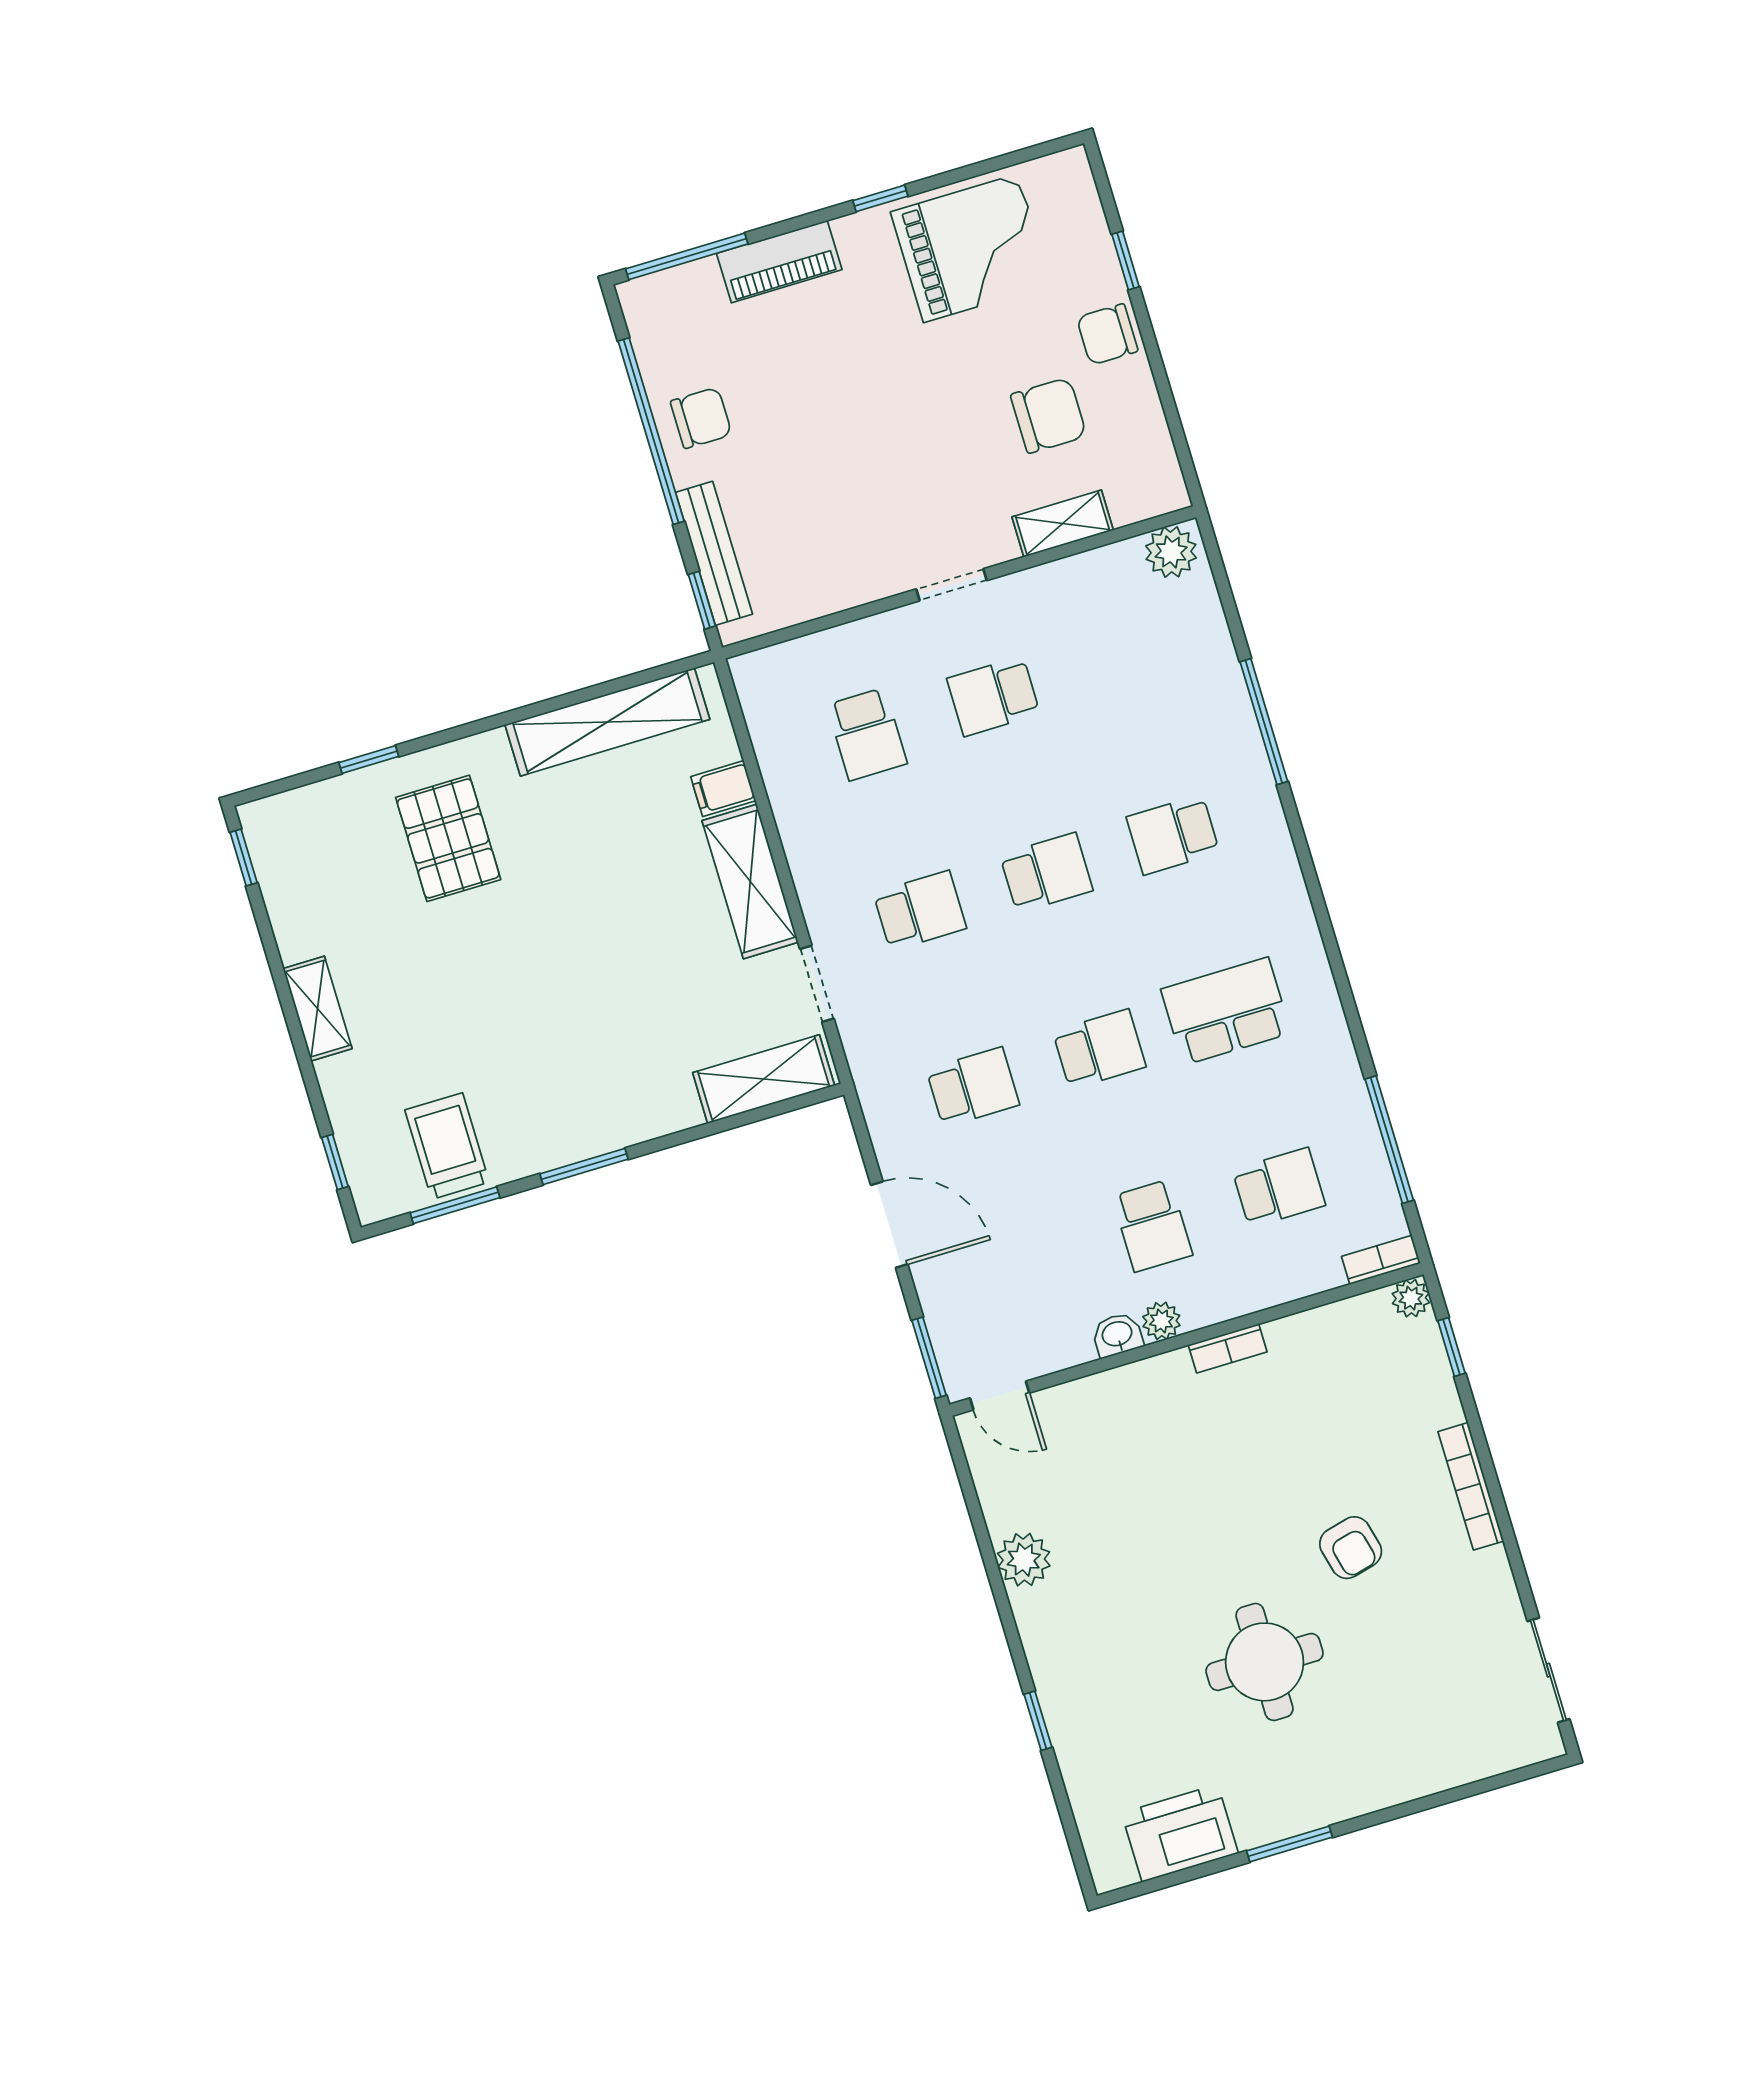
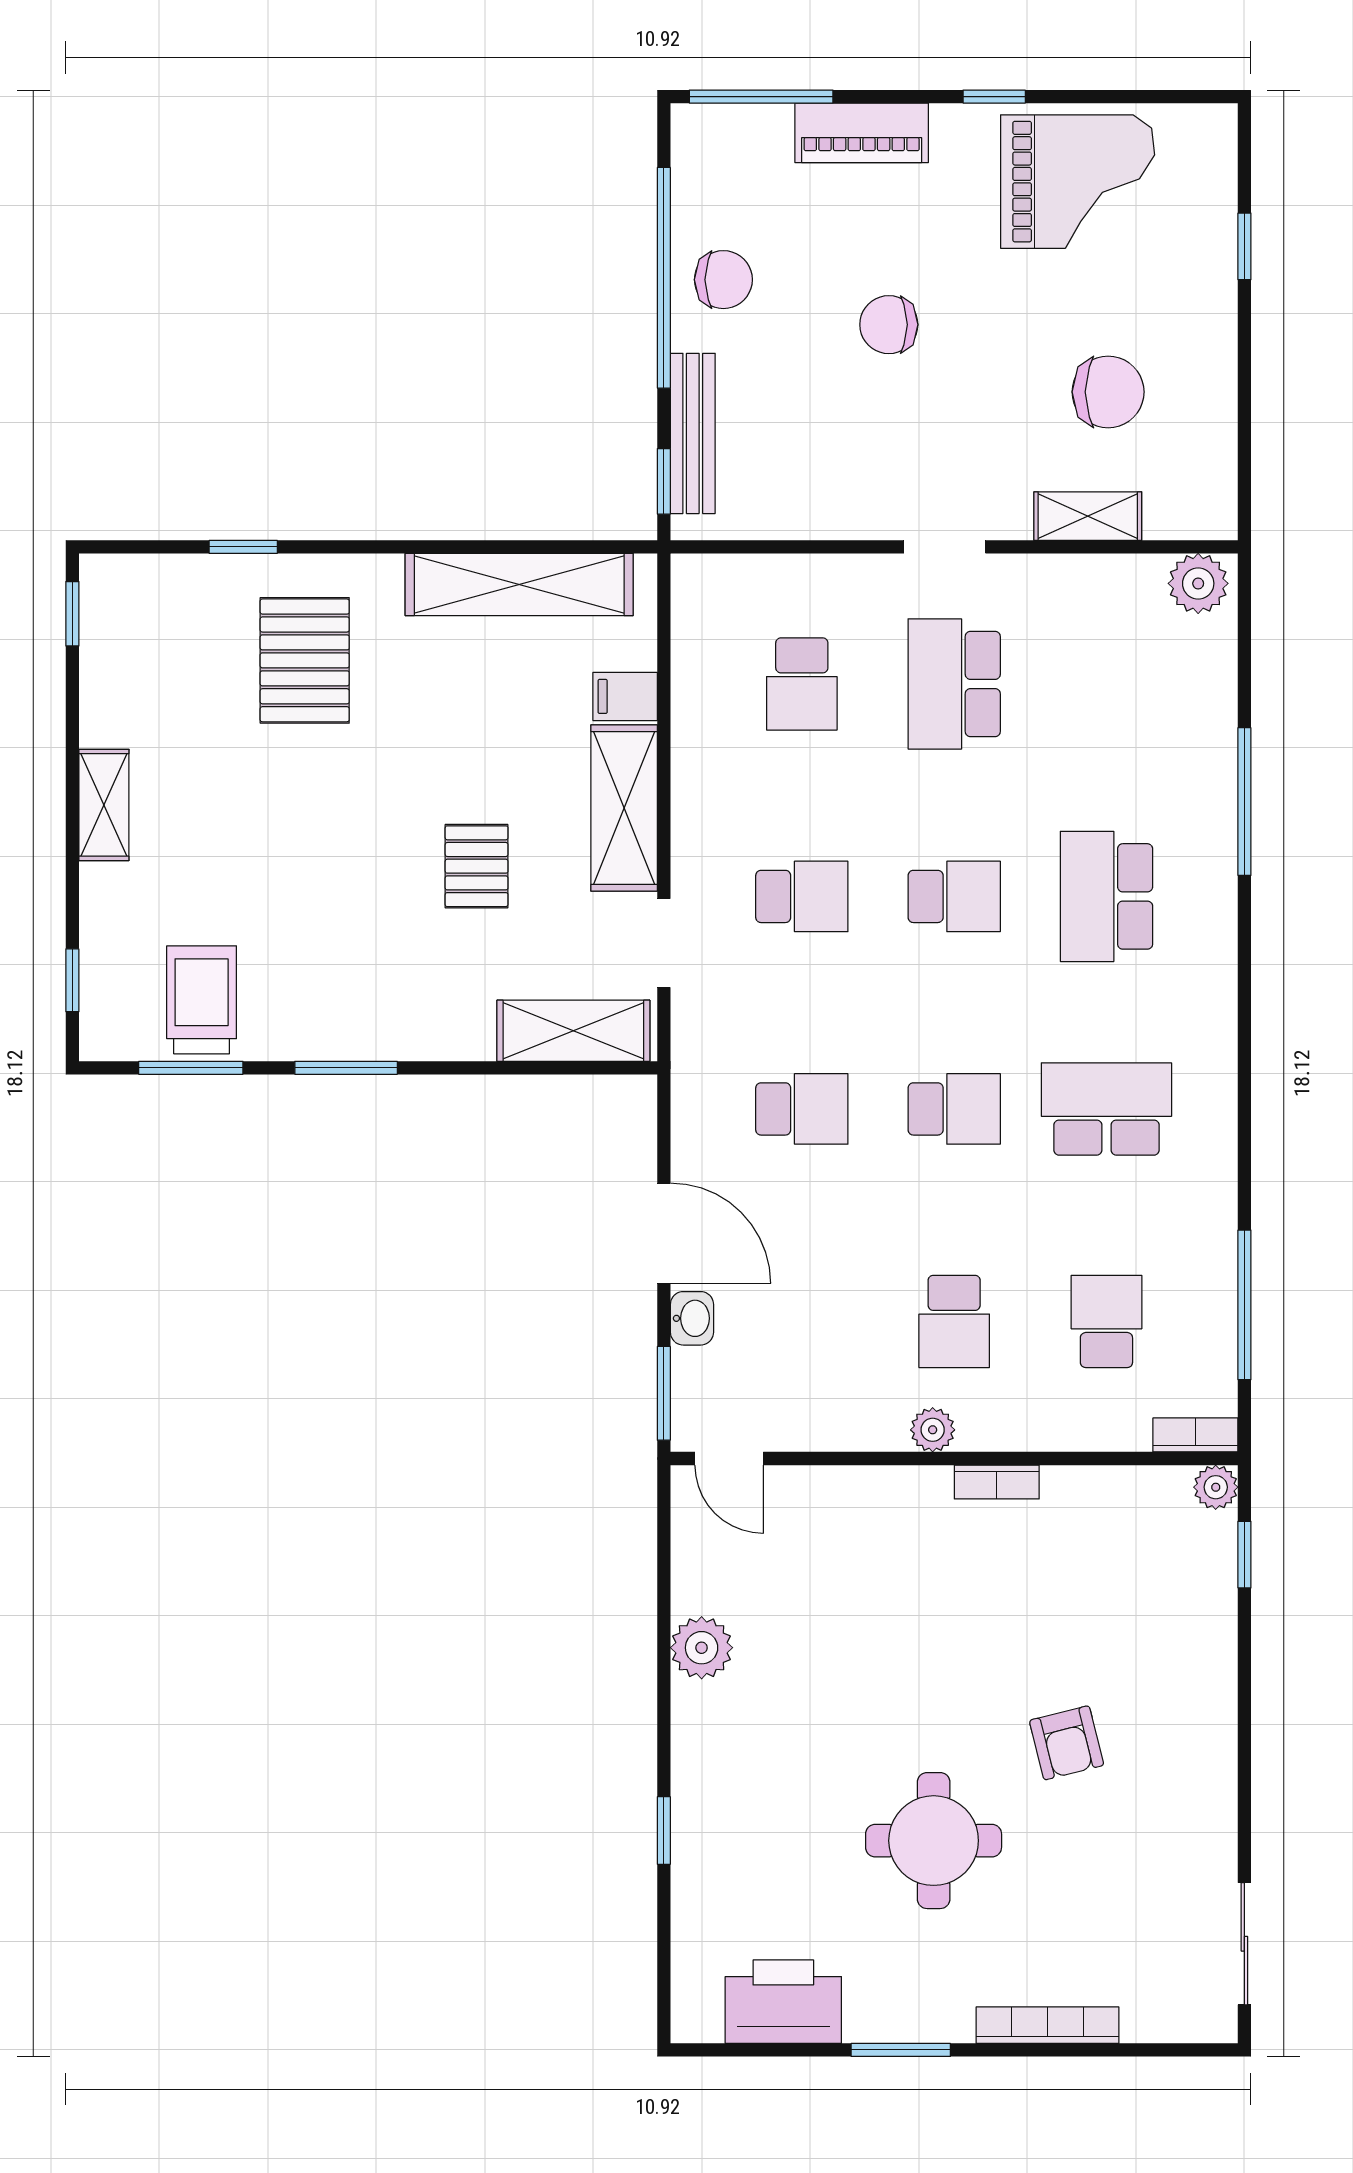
chair: (1107, 334) -> (889, 325), moved
school desk: (993, 696) -> (954, 684), width x1.85
school desk: (1173, 835) -> (1106, 896), width x1.85
pallet: (642, 967) -> (477, 866), added
school desk: (1279, 1188) -> (1106, 1321), turned -90
washbasin: (1117, 1335) -> (692, 1318), moved, turned 90
bookcase: (1471, 1486) -> (1048, 2025), moved, turned 90

